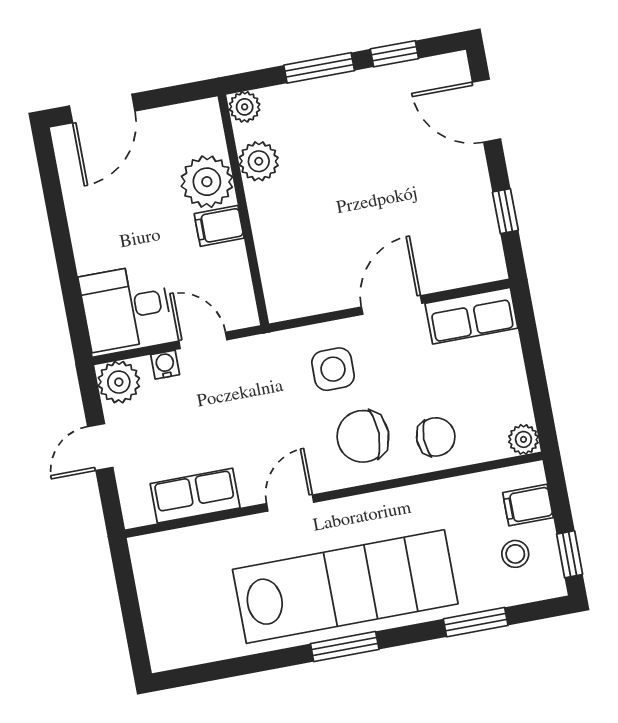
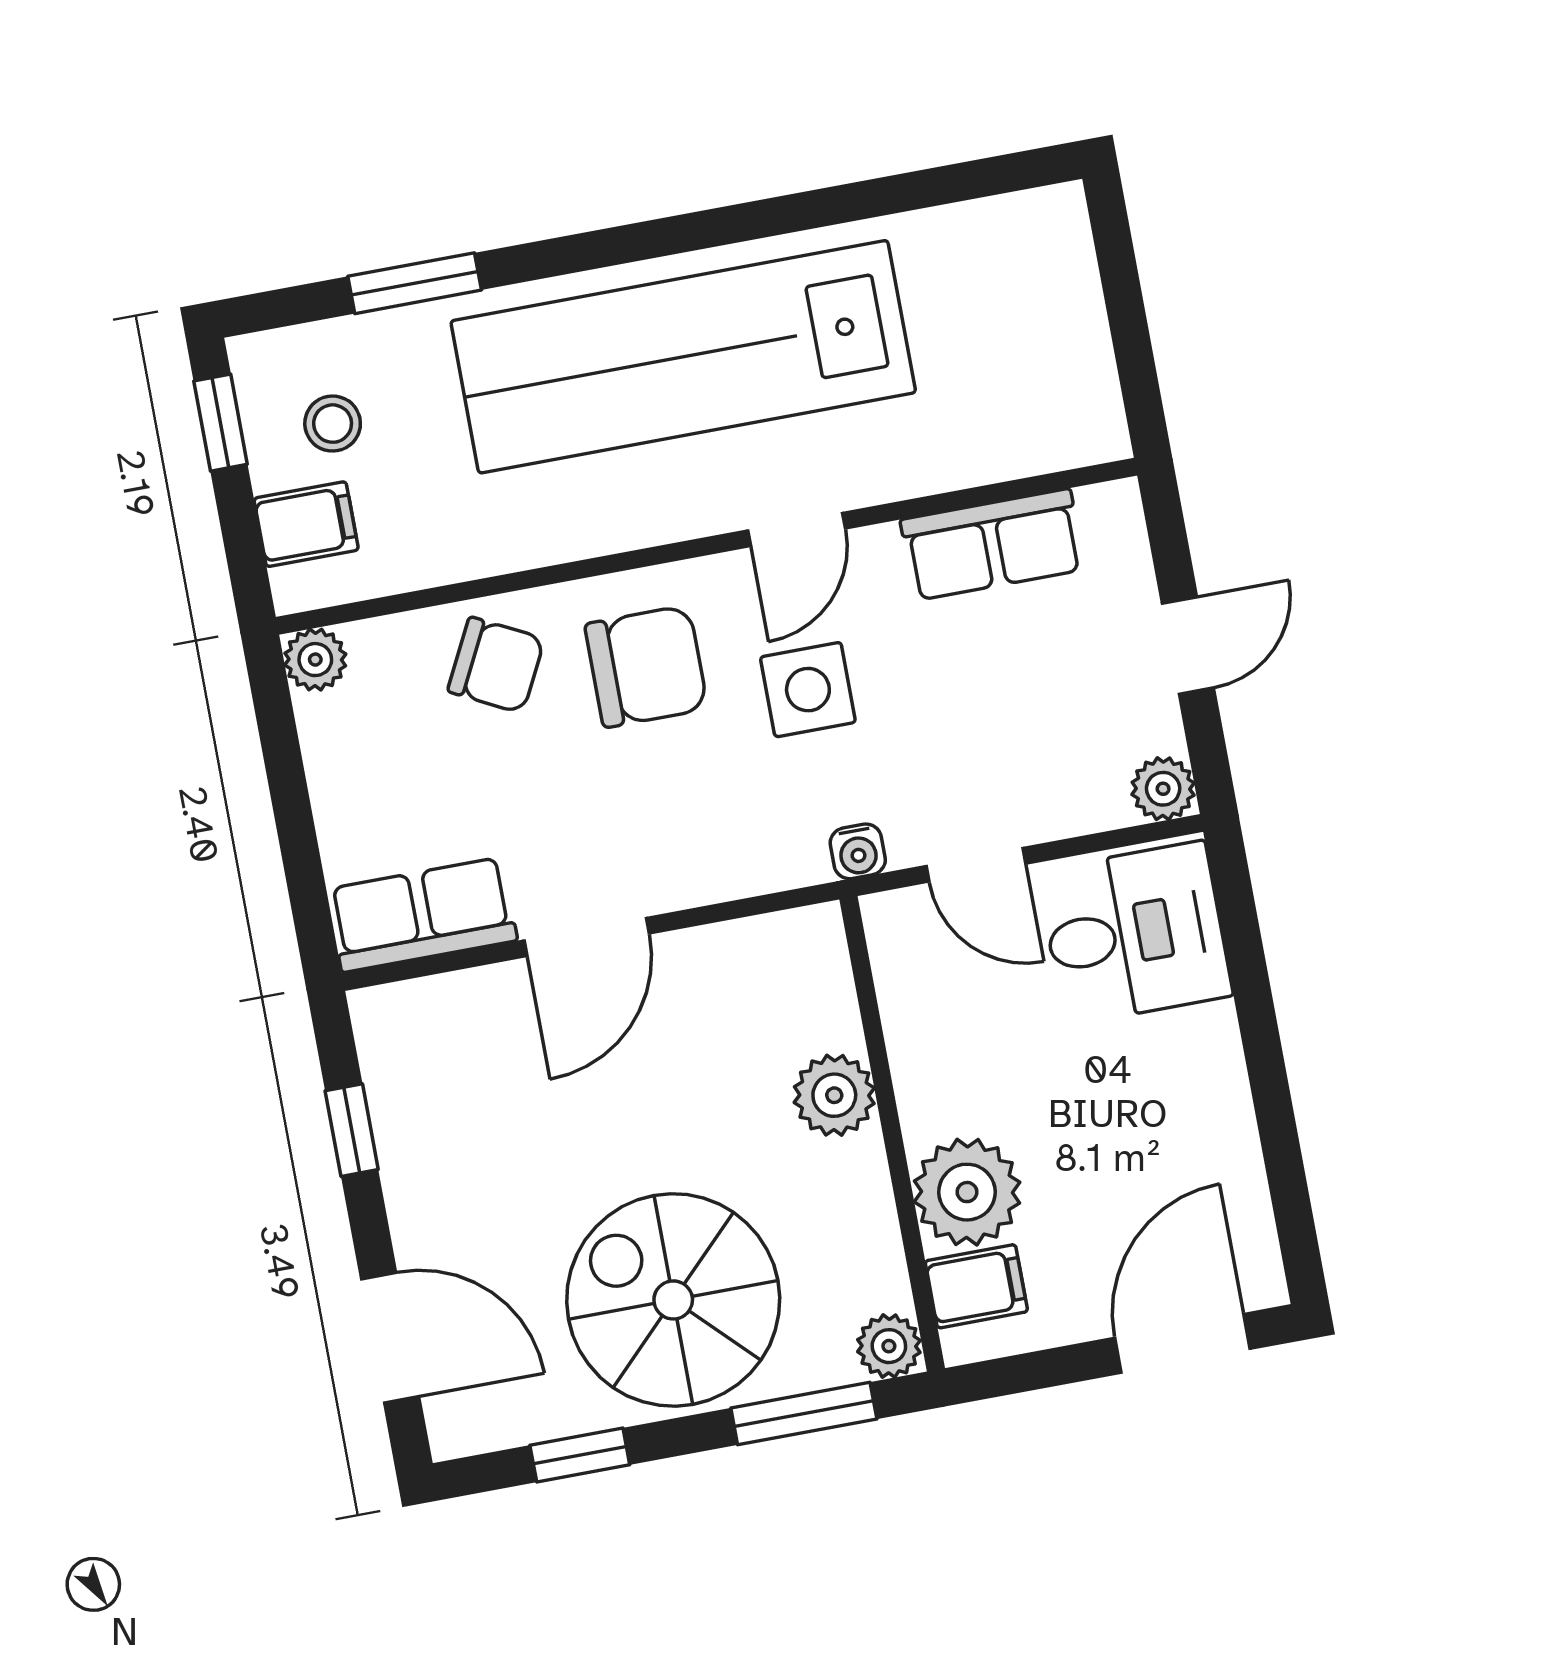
window: (319, 68) -> (804, 1414), moved
spiral stairs: (349, 129) -> (673, 1300), added
plant: (259, 161) -> (834, 1095), moved
filing cabinet: (219, 226) -> (976, 1286), moved
water cooler: (165, 365) -> (858, 851), moved
side table: (333, 369) -> (808, 690), moved
plant: (119, 382) -> (1163, 789), width x0.73, depth x0.73
chair: (436, 437) -> (496, 665), turned -153
window: (345, 647) -> (685, 233), removed

